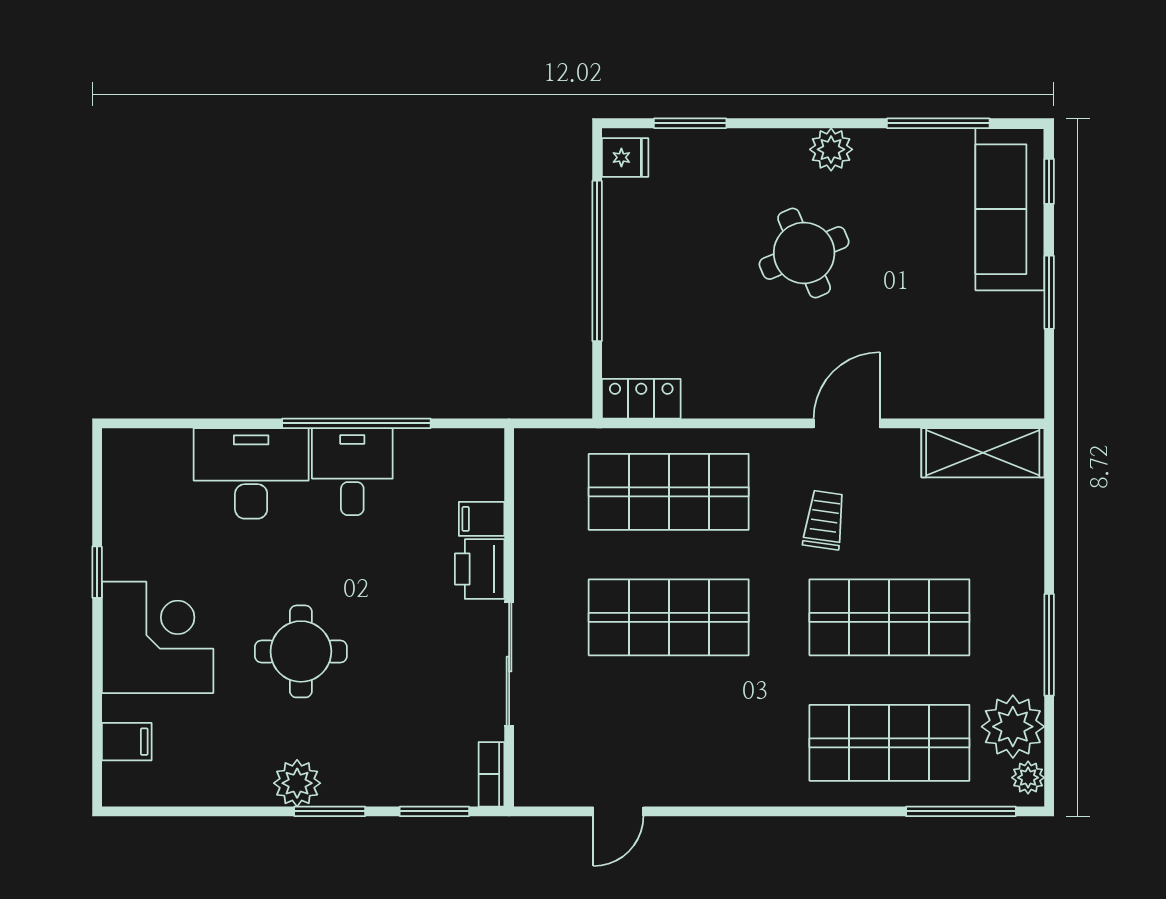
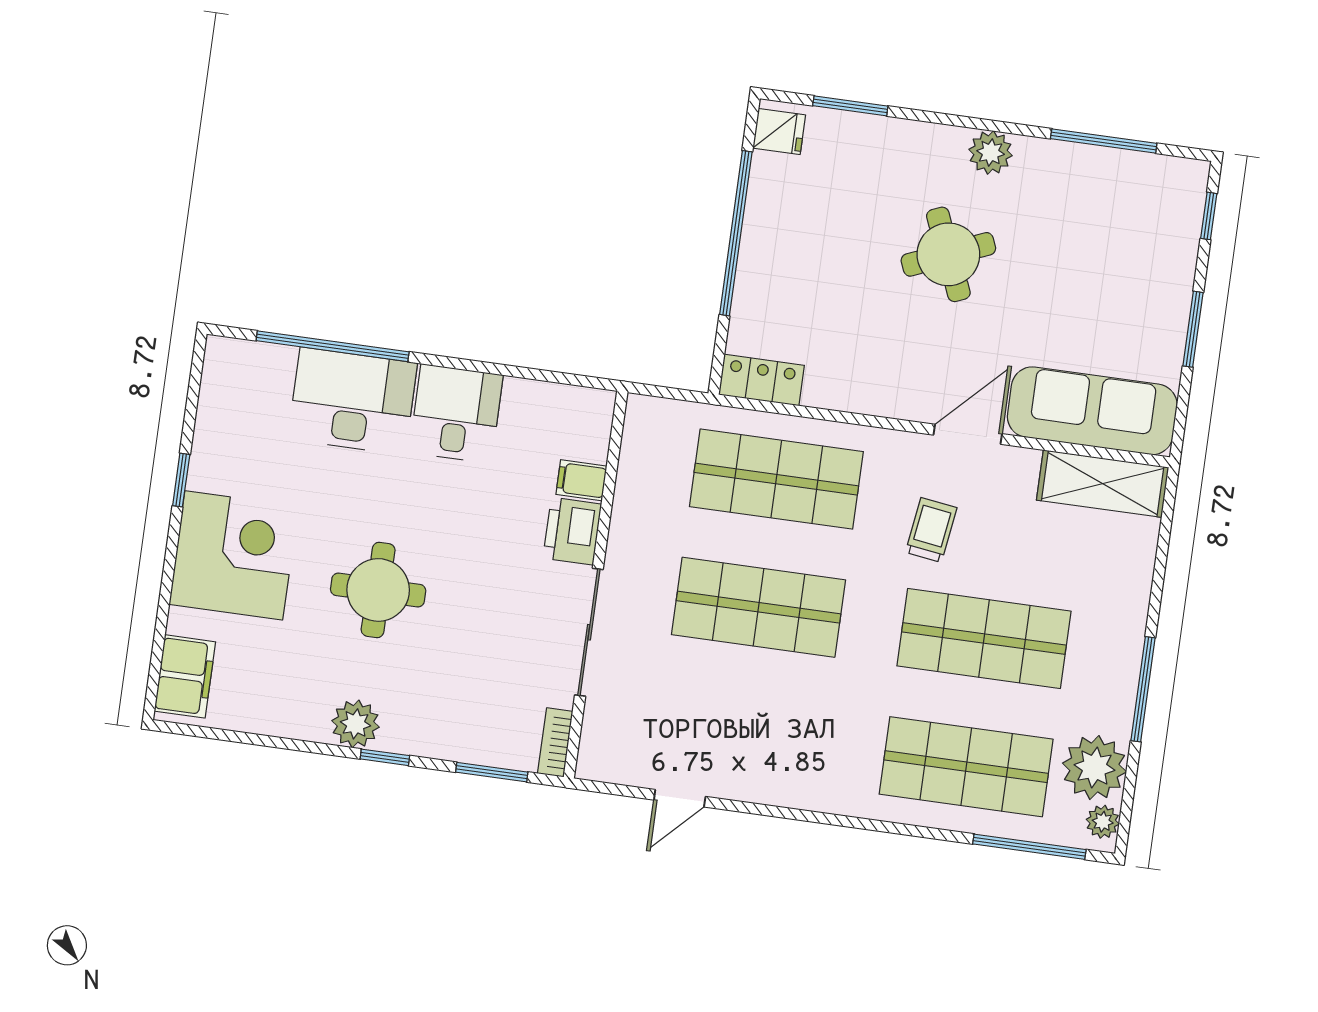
sofa: (1010, 209) -> (1092, 411), moved, turned 90
window: (356, 423) -> (333, 346), moved
filing cabinet: (127, 742) -> (185, 676), width x2.00
window: (330, 811) -> (385, 757), width x0.67

